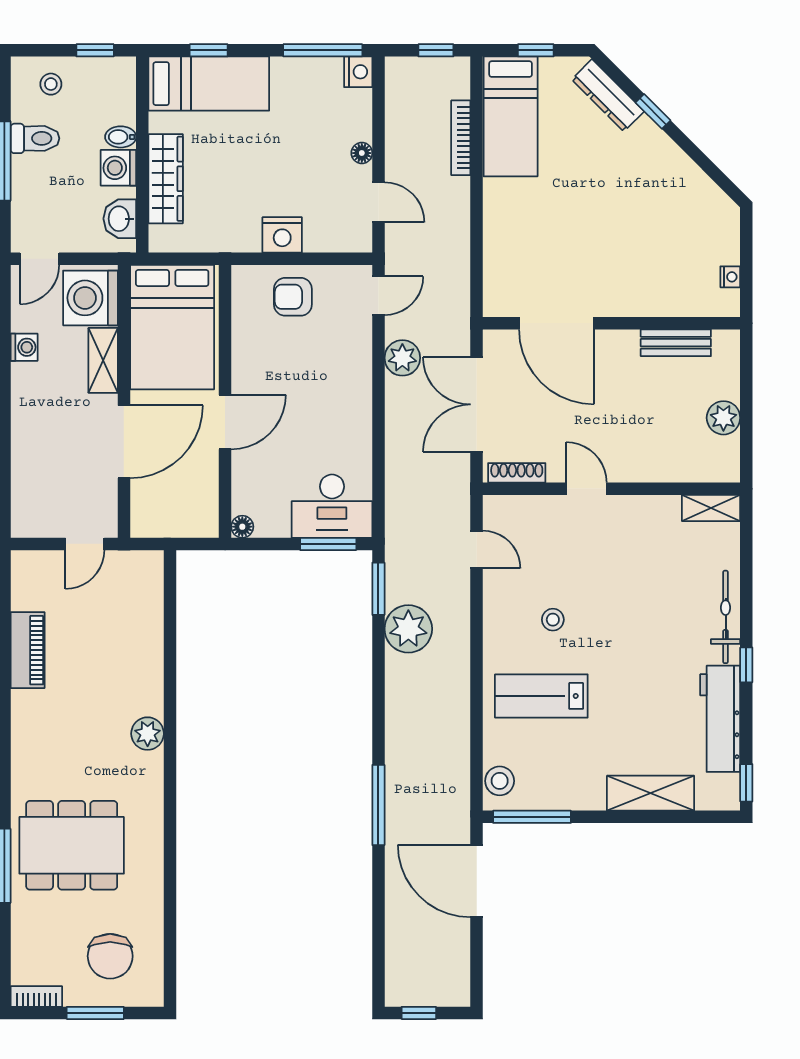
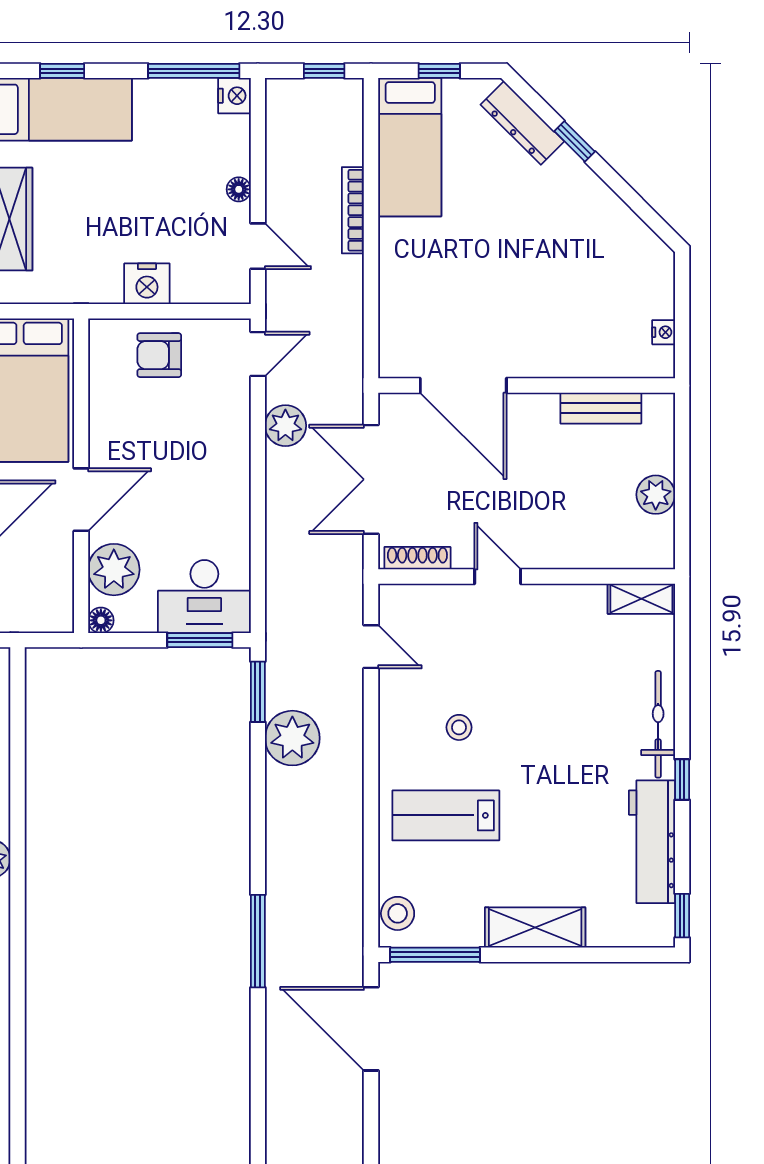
bookcase: (461, 138) -> (353, 210), moved
plant: (254, 483) -> (114, 570), added
shelving: (651, 793) -> (535, 928), moved

